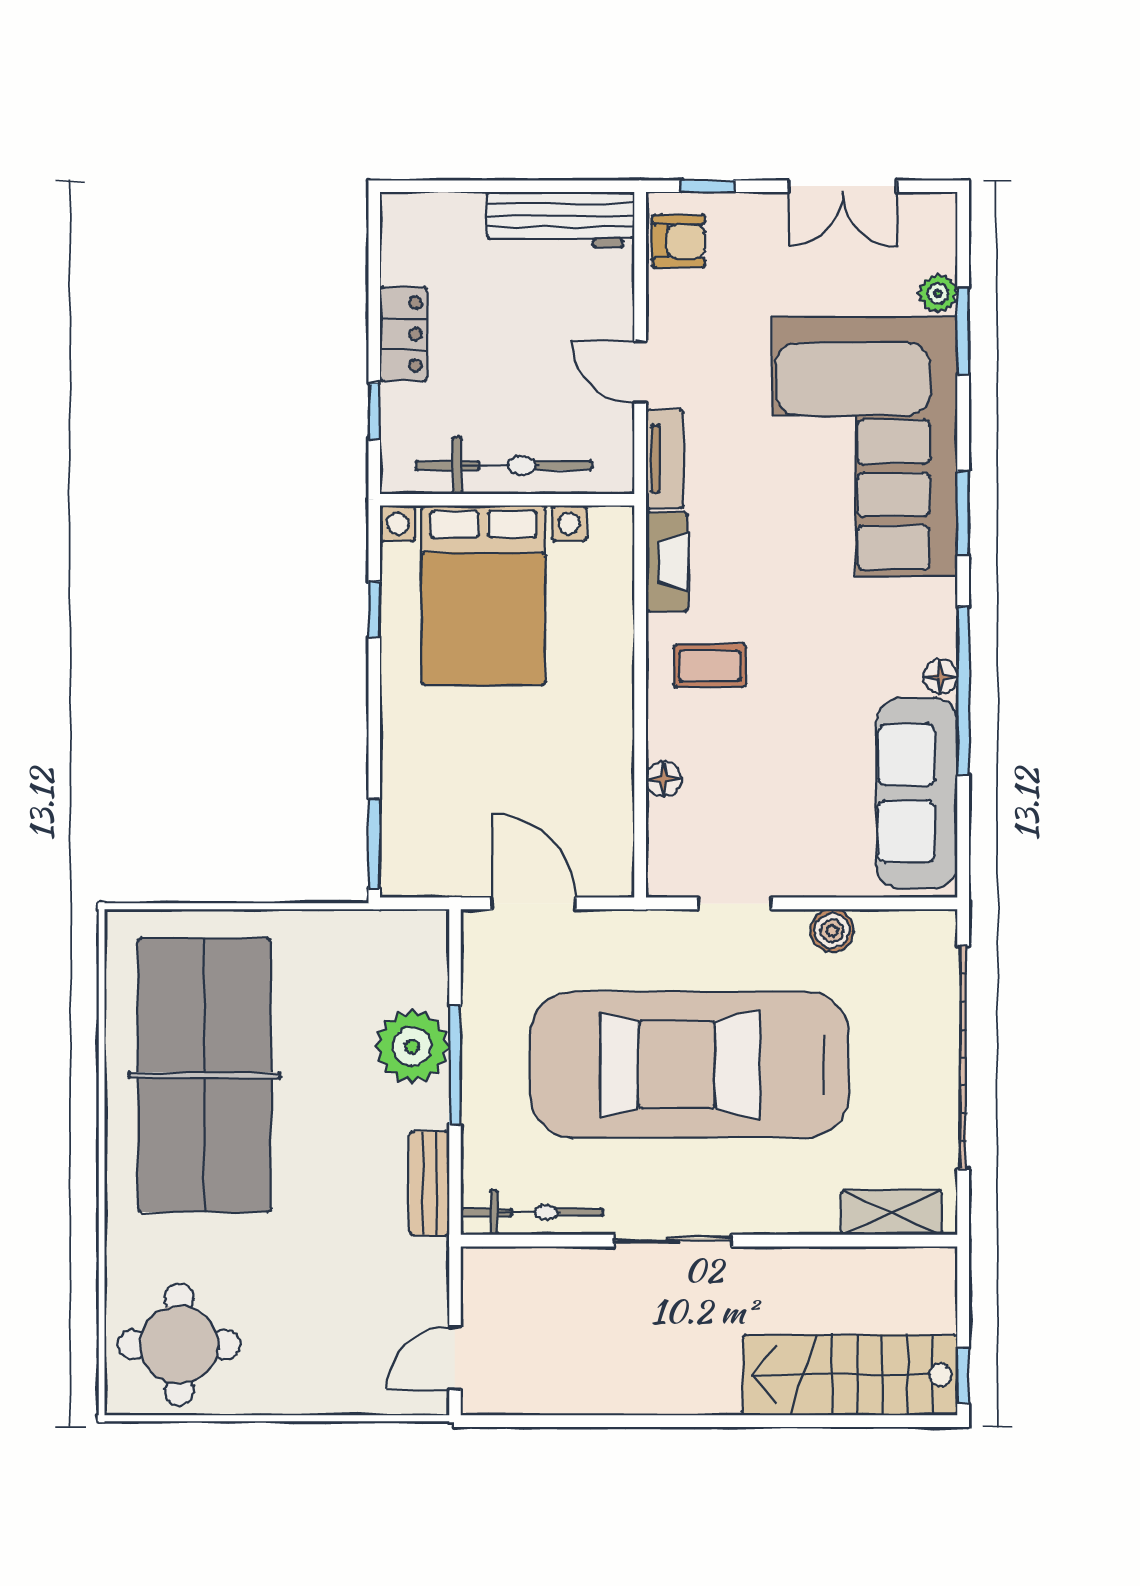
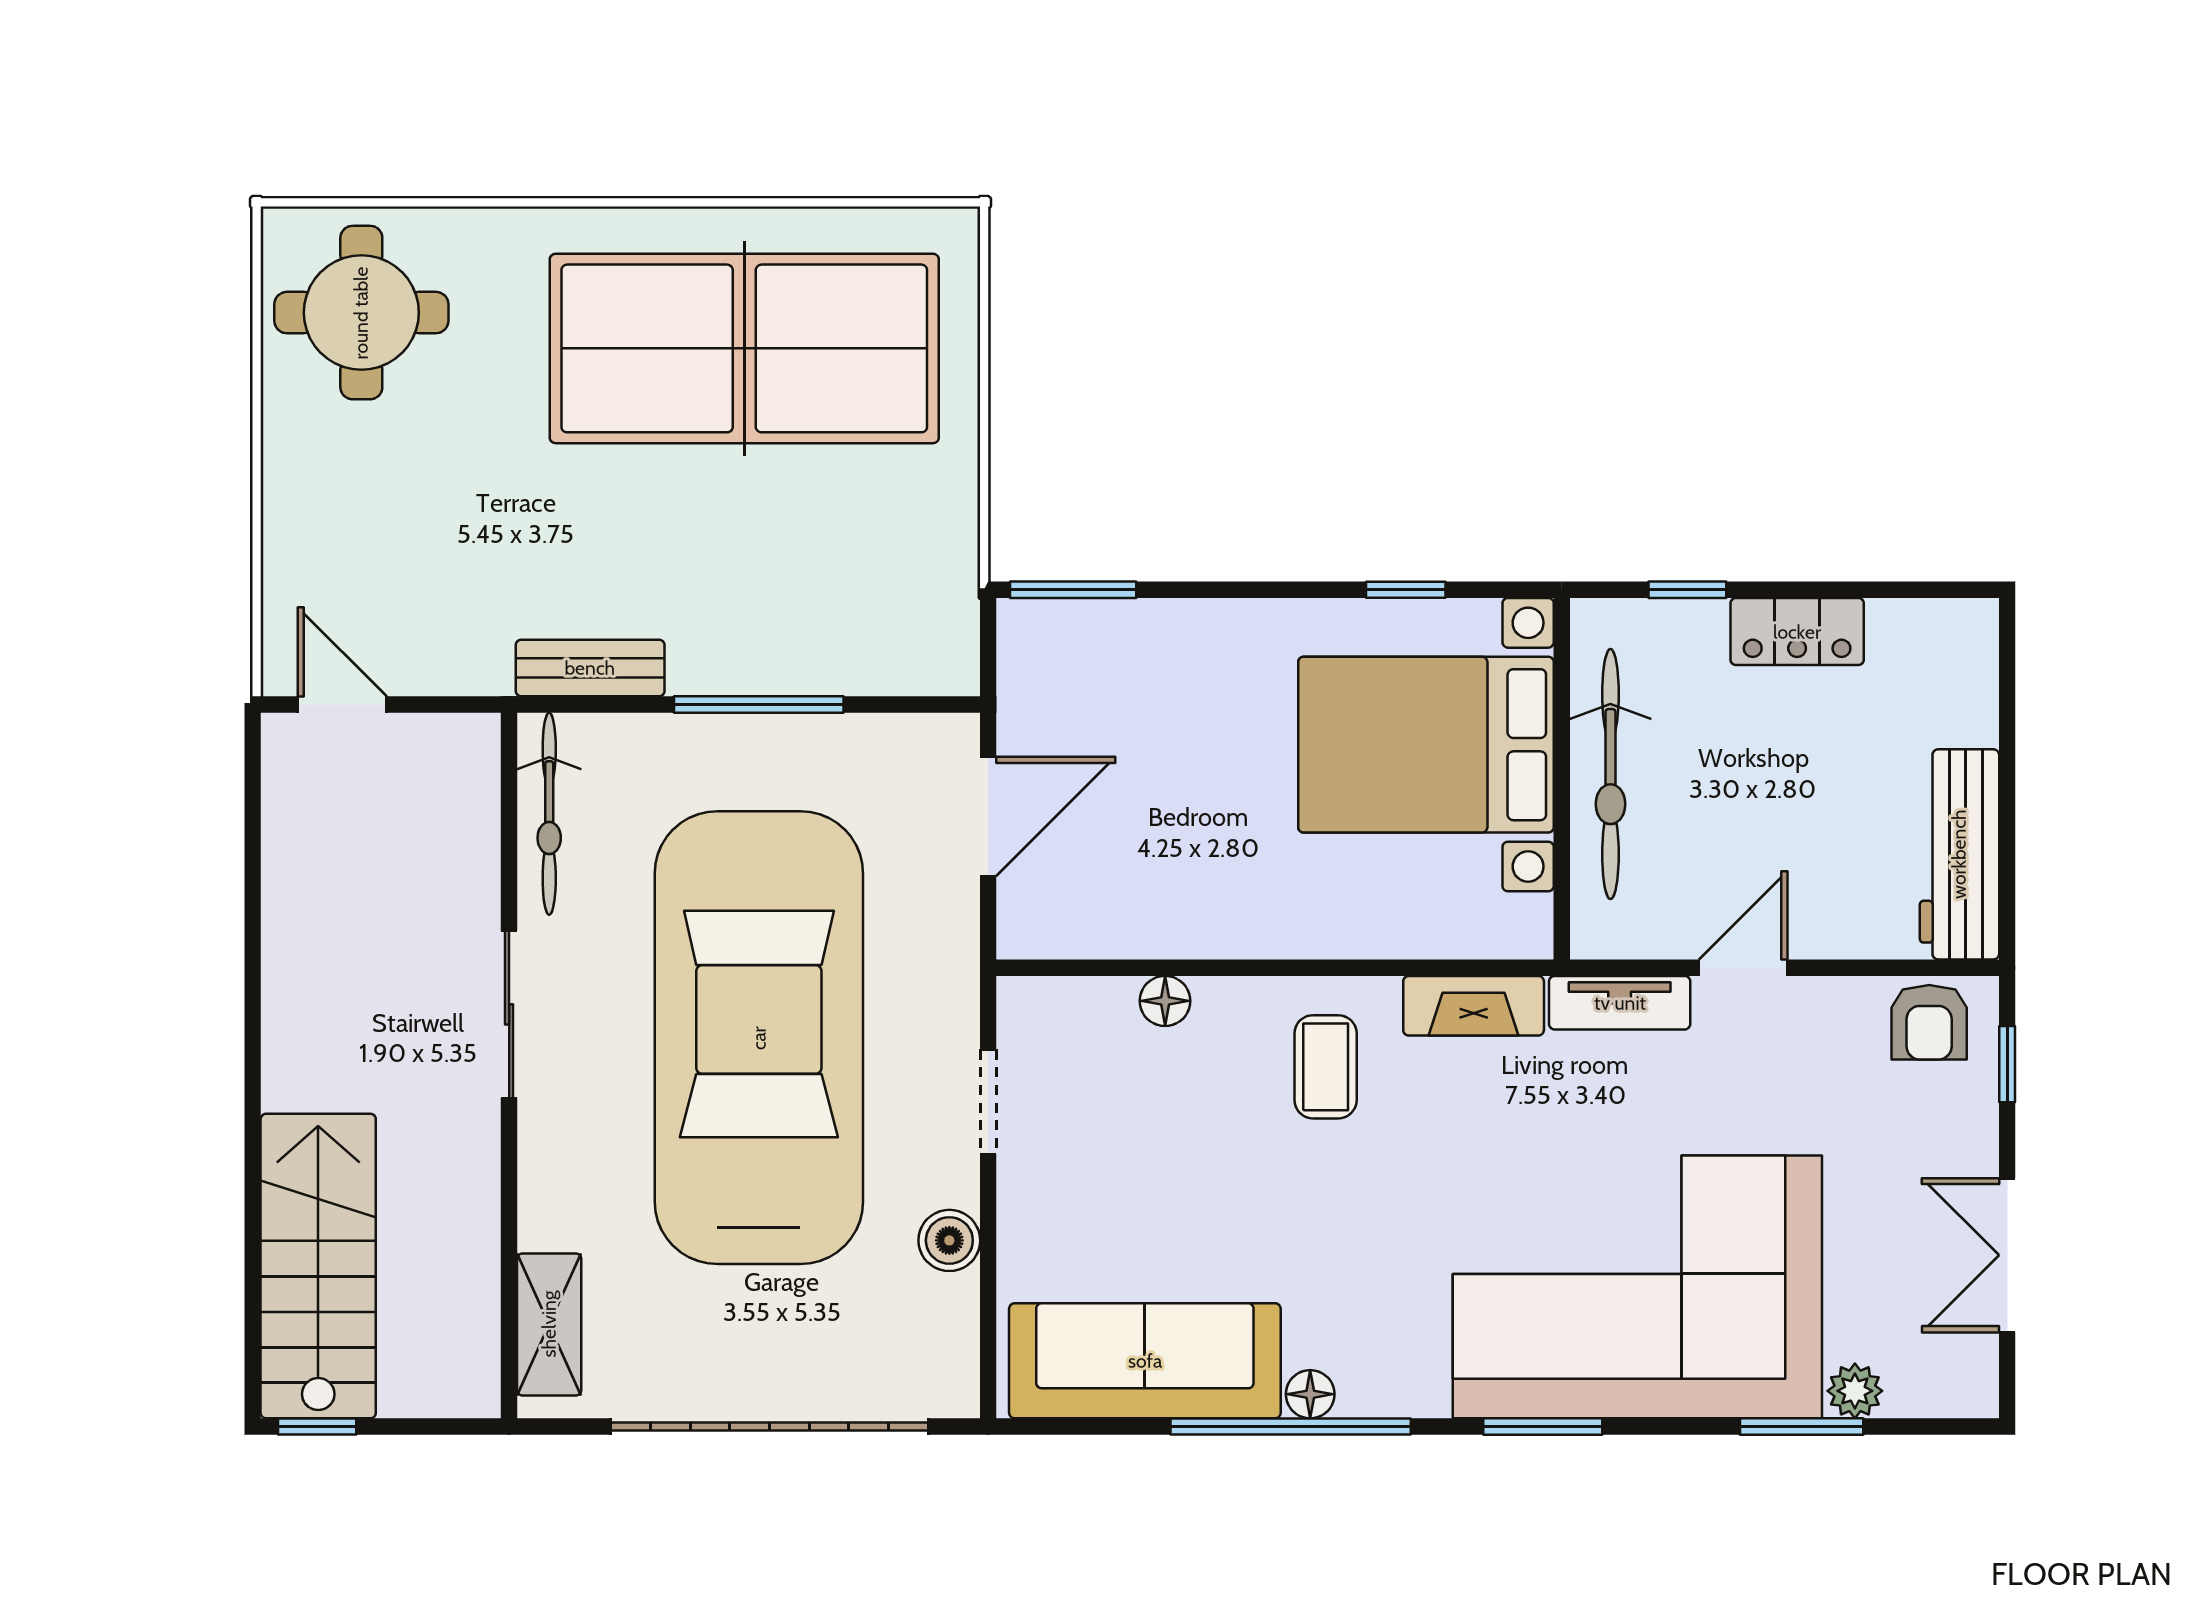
plant: (412, 1046) -> (785, 644), removed

